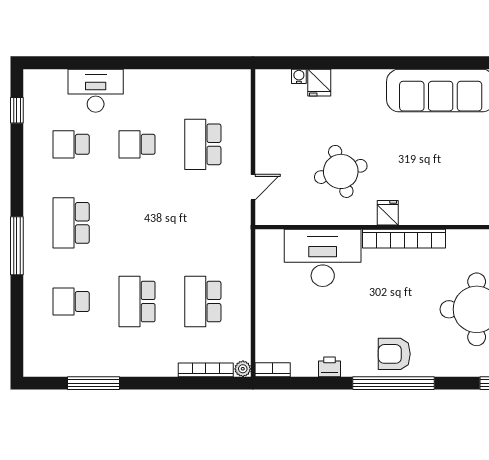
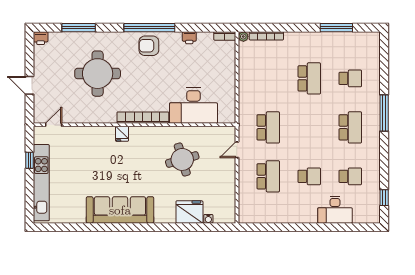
fridge: (319, 83) -> (189, 212), width x1.88, depth x1.34
fridge: (388, 213) -> (122, 134), moved
school desk: (203, 302) -> (268, 127), moved
armchair: (394, 354) -> (149, 46), turned 180

